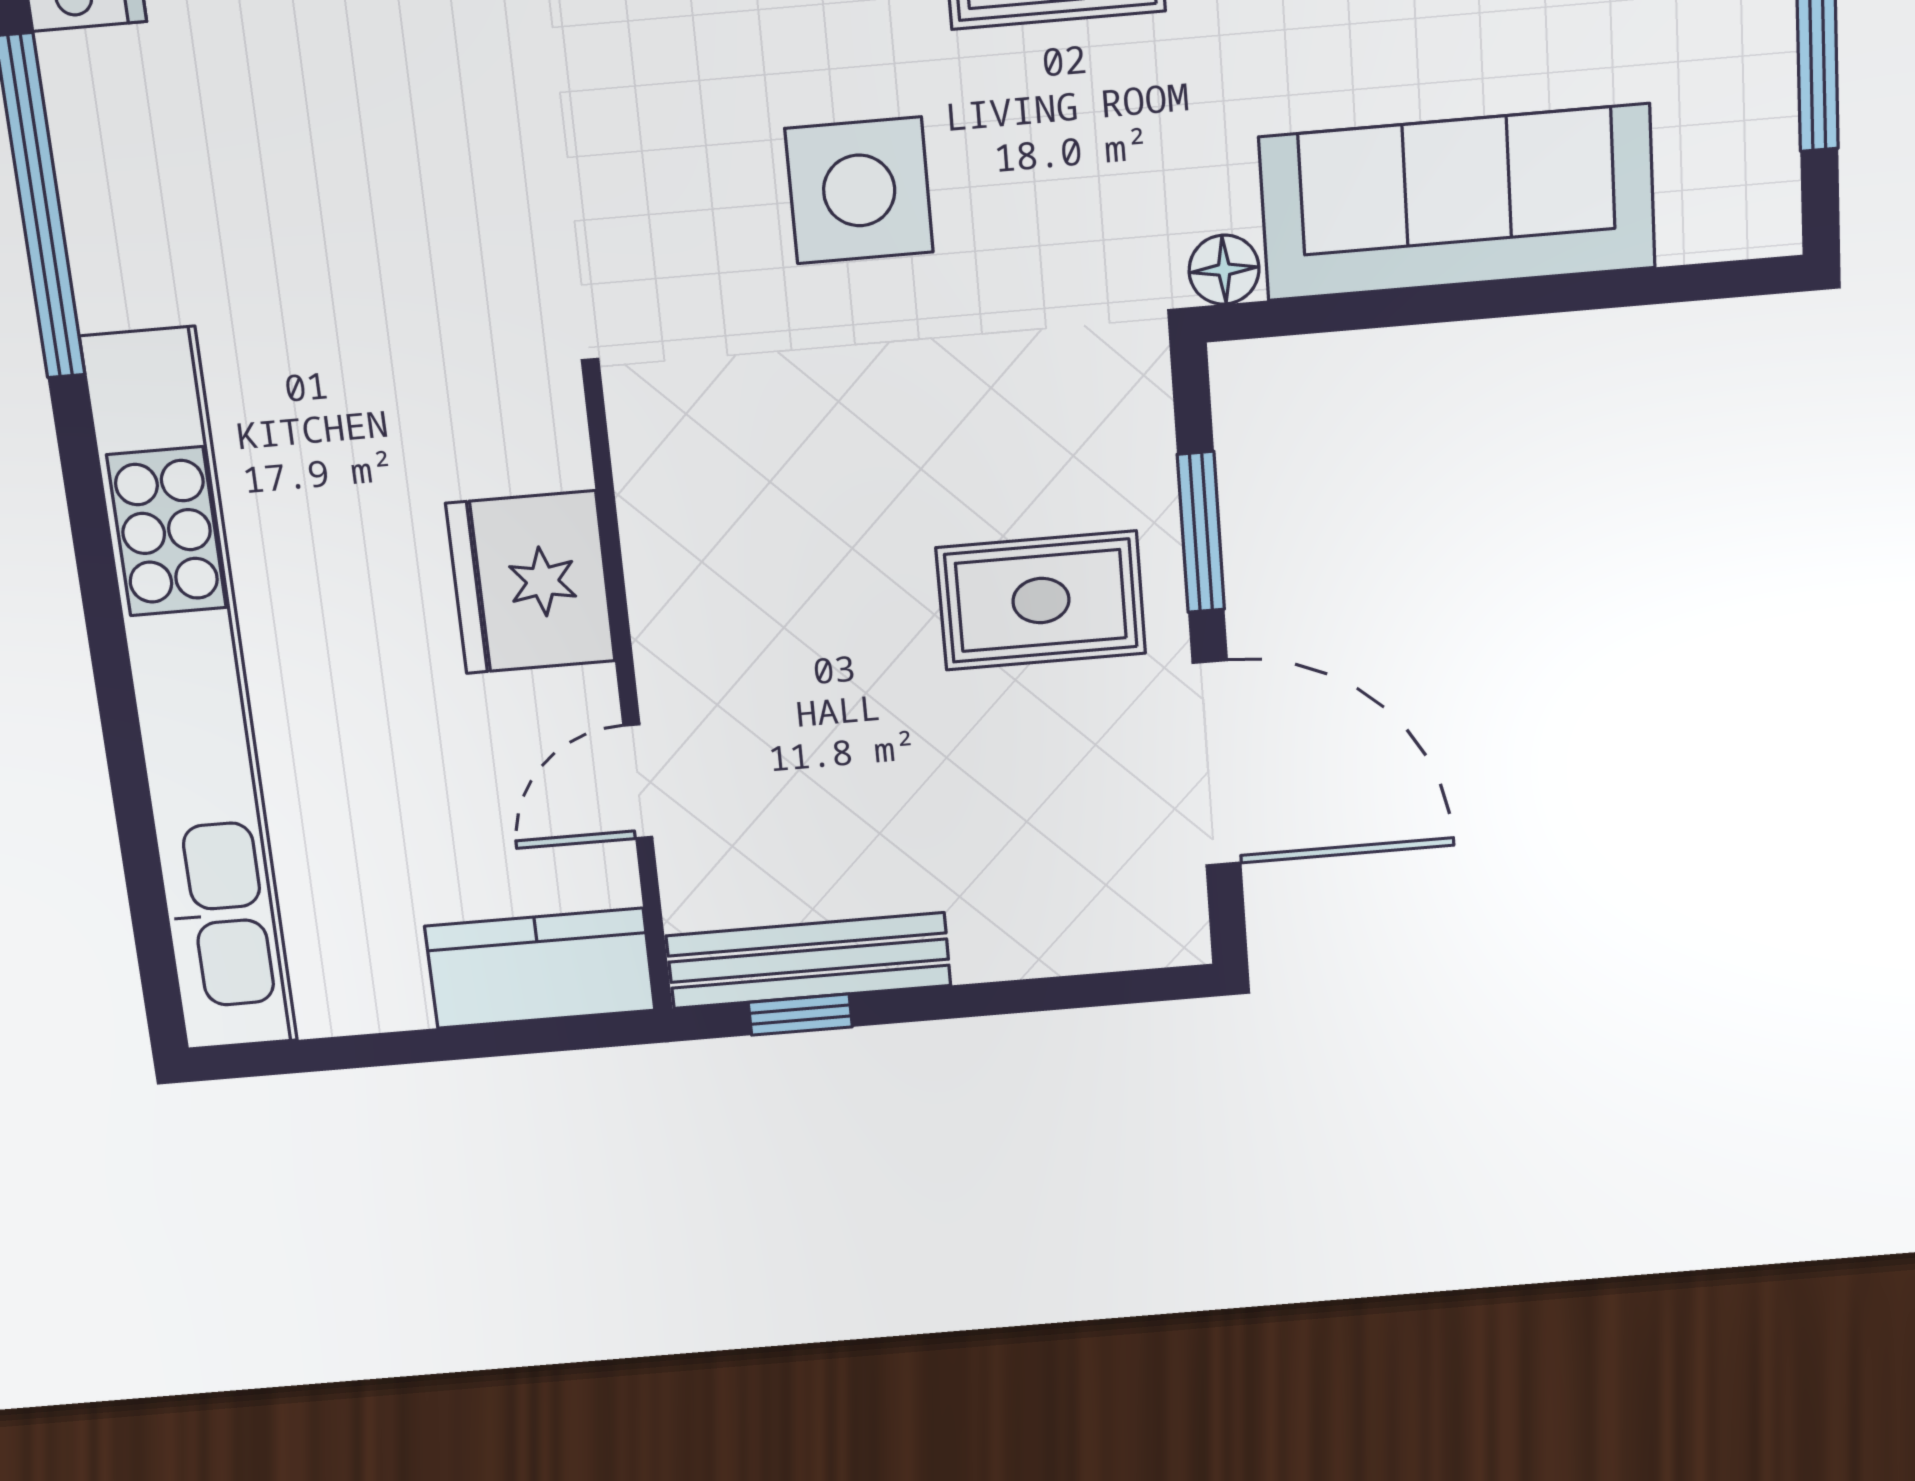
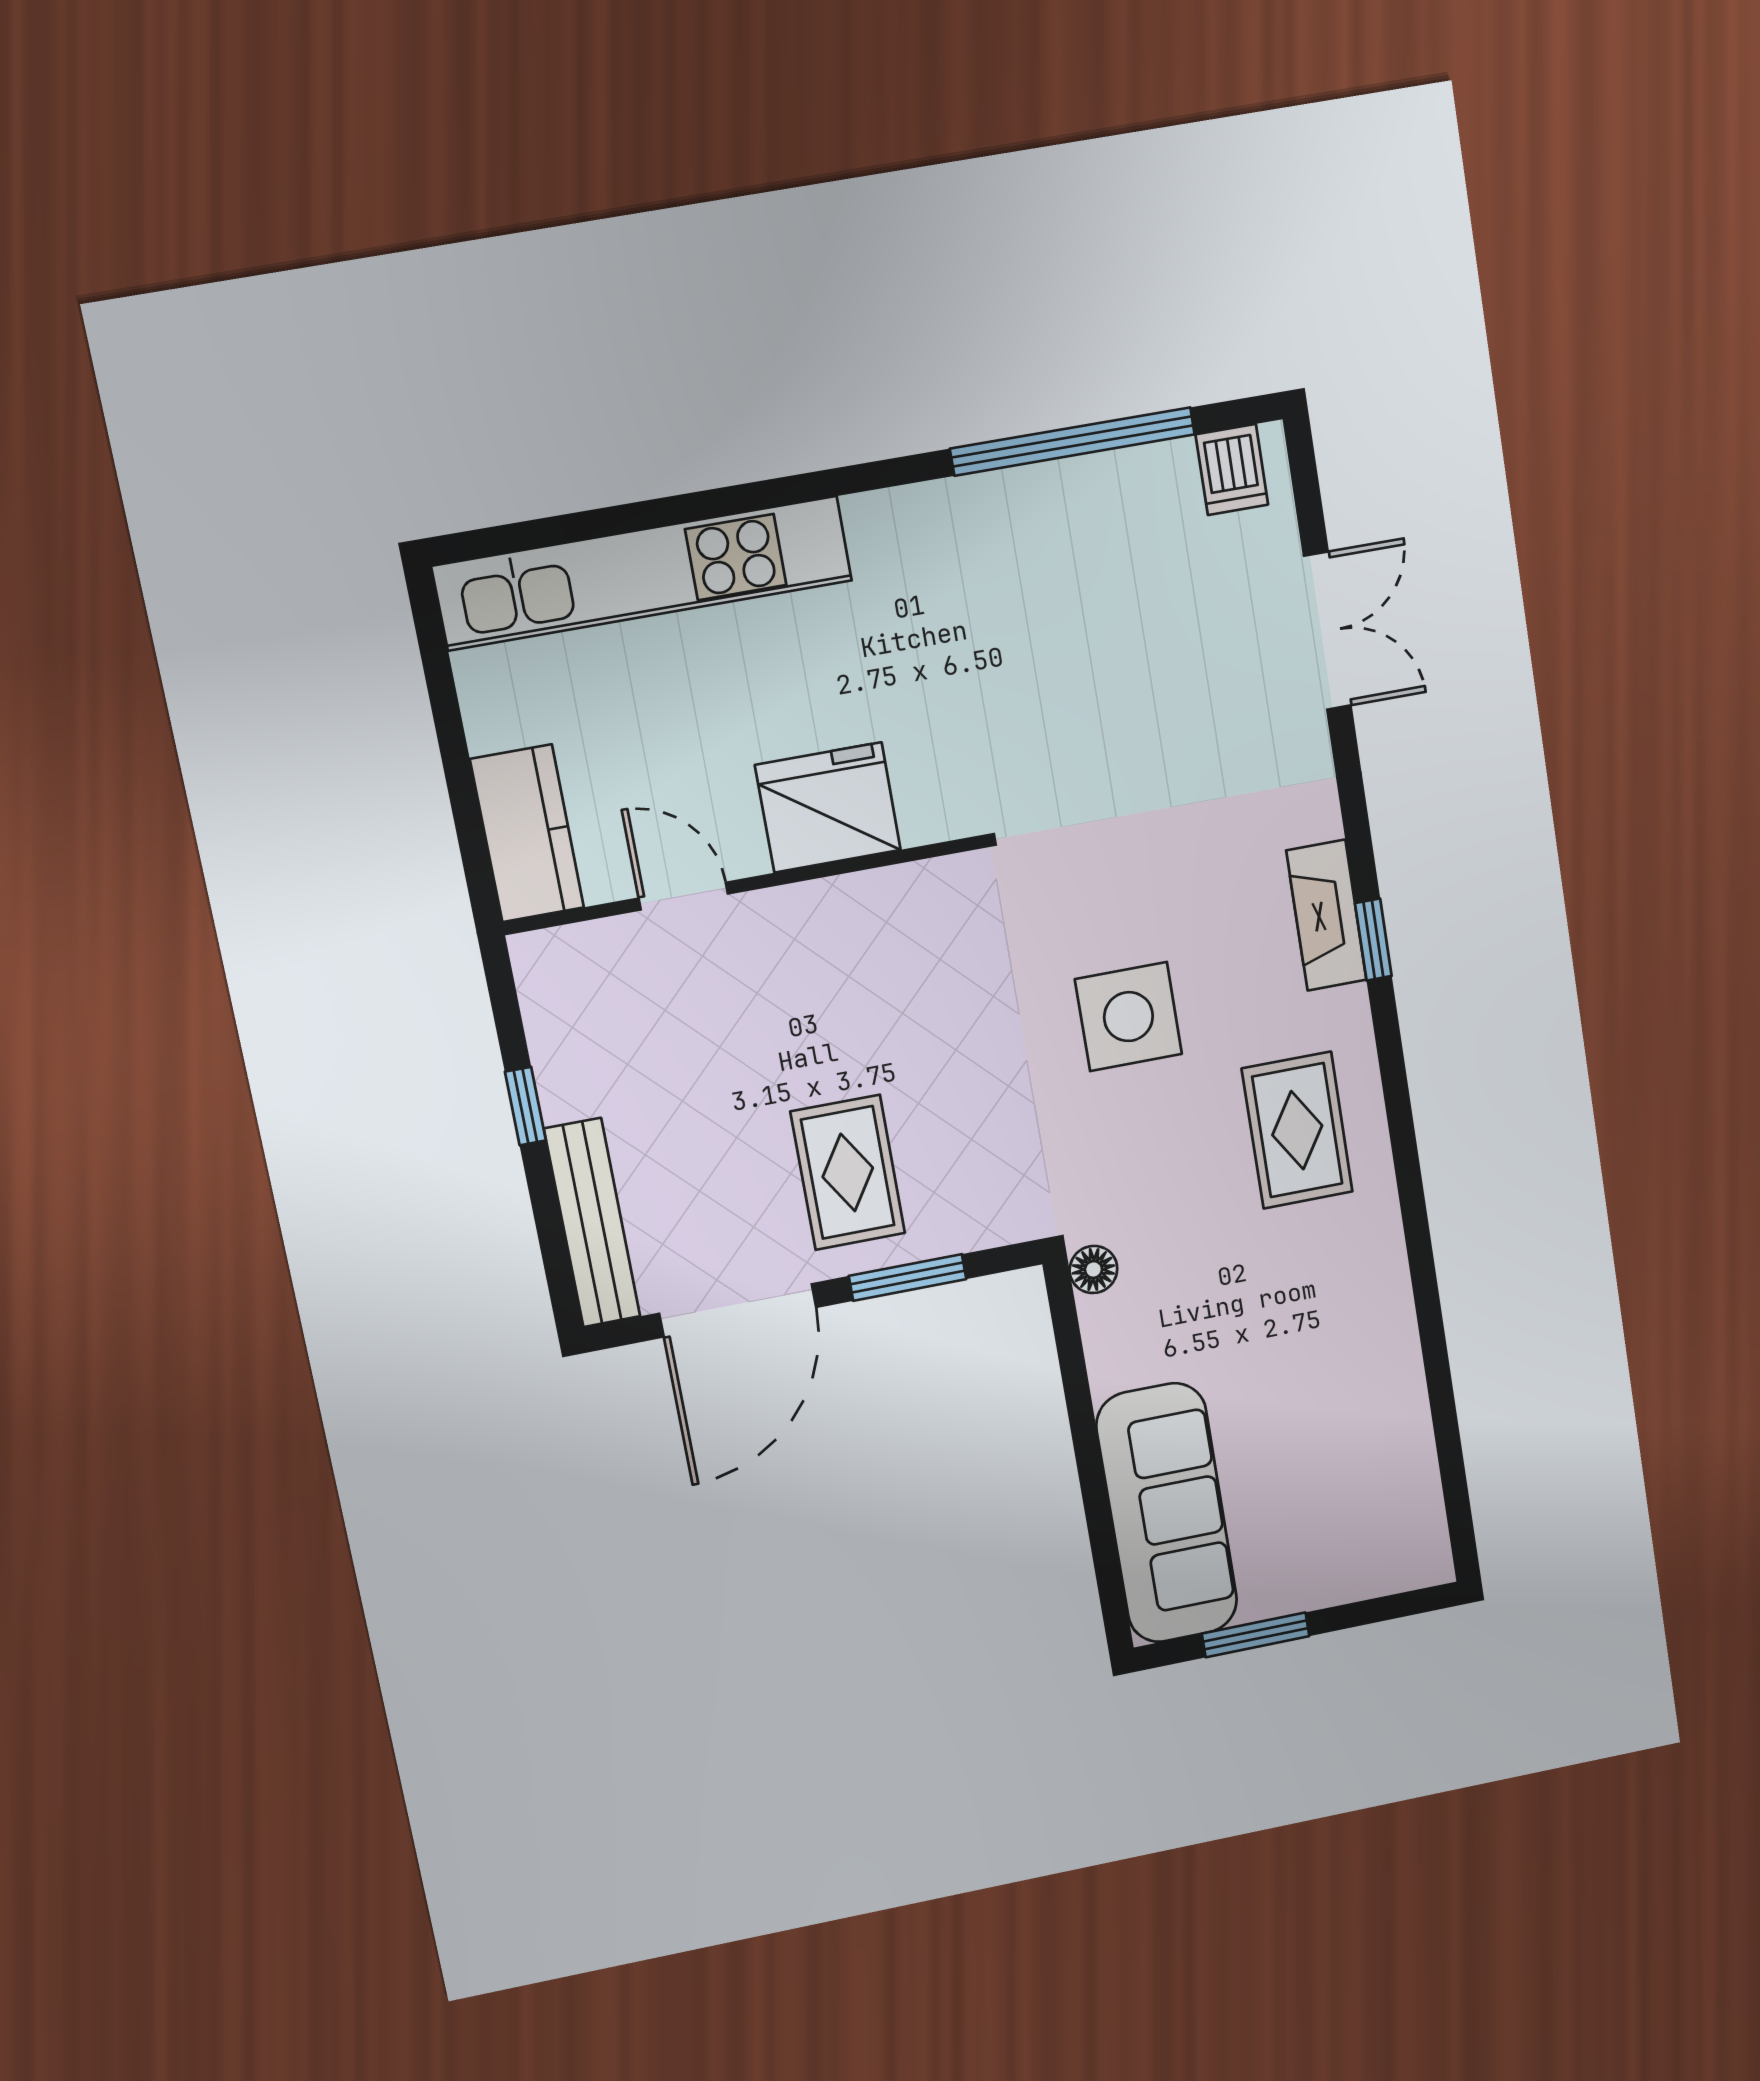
sofa: (1458, 202) -> (1167, 1513), moved
kitchen unit: (191, 698) -> (643, 573), width x0.73
bench: (809, 961) -> (592, 1223), moved
window: (800, 1015) -> (525, 1106), moved

